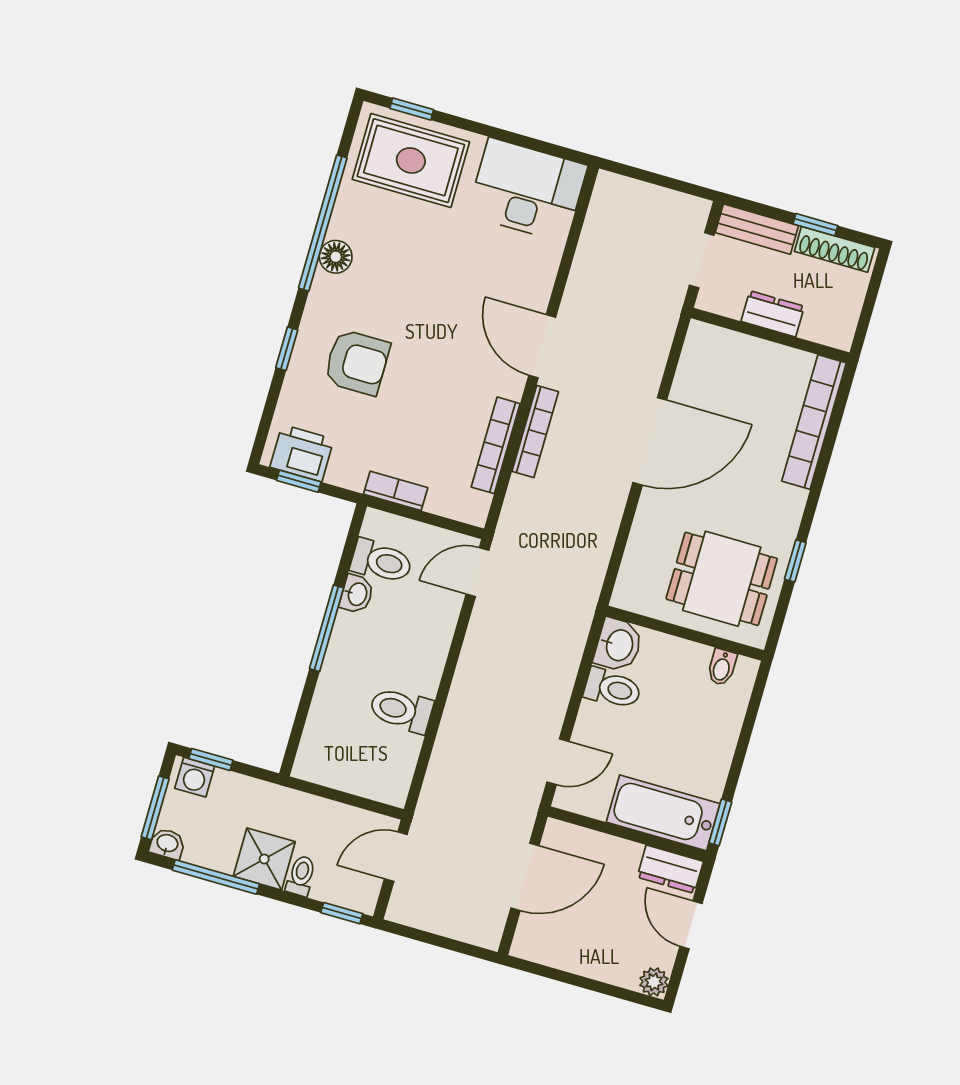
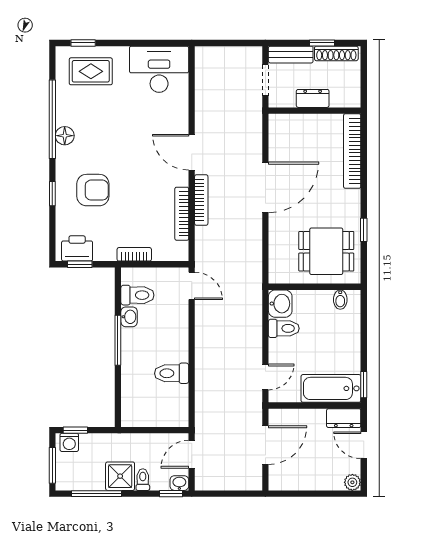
rug: (411, 161) -> (91, 71), width x0.73, depth x0.70
door: (477, 572) -> (192, 286), swing flipped
washbasin: (167, 844) -> (179, 483), moved

